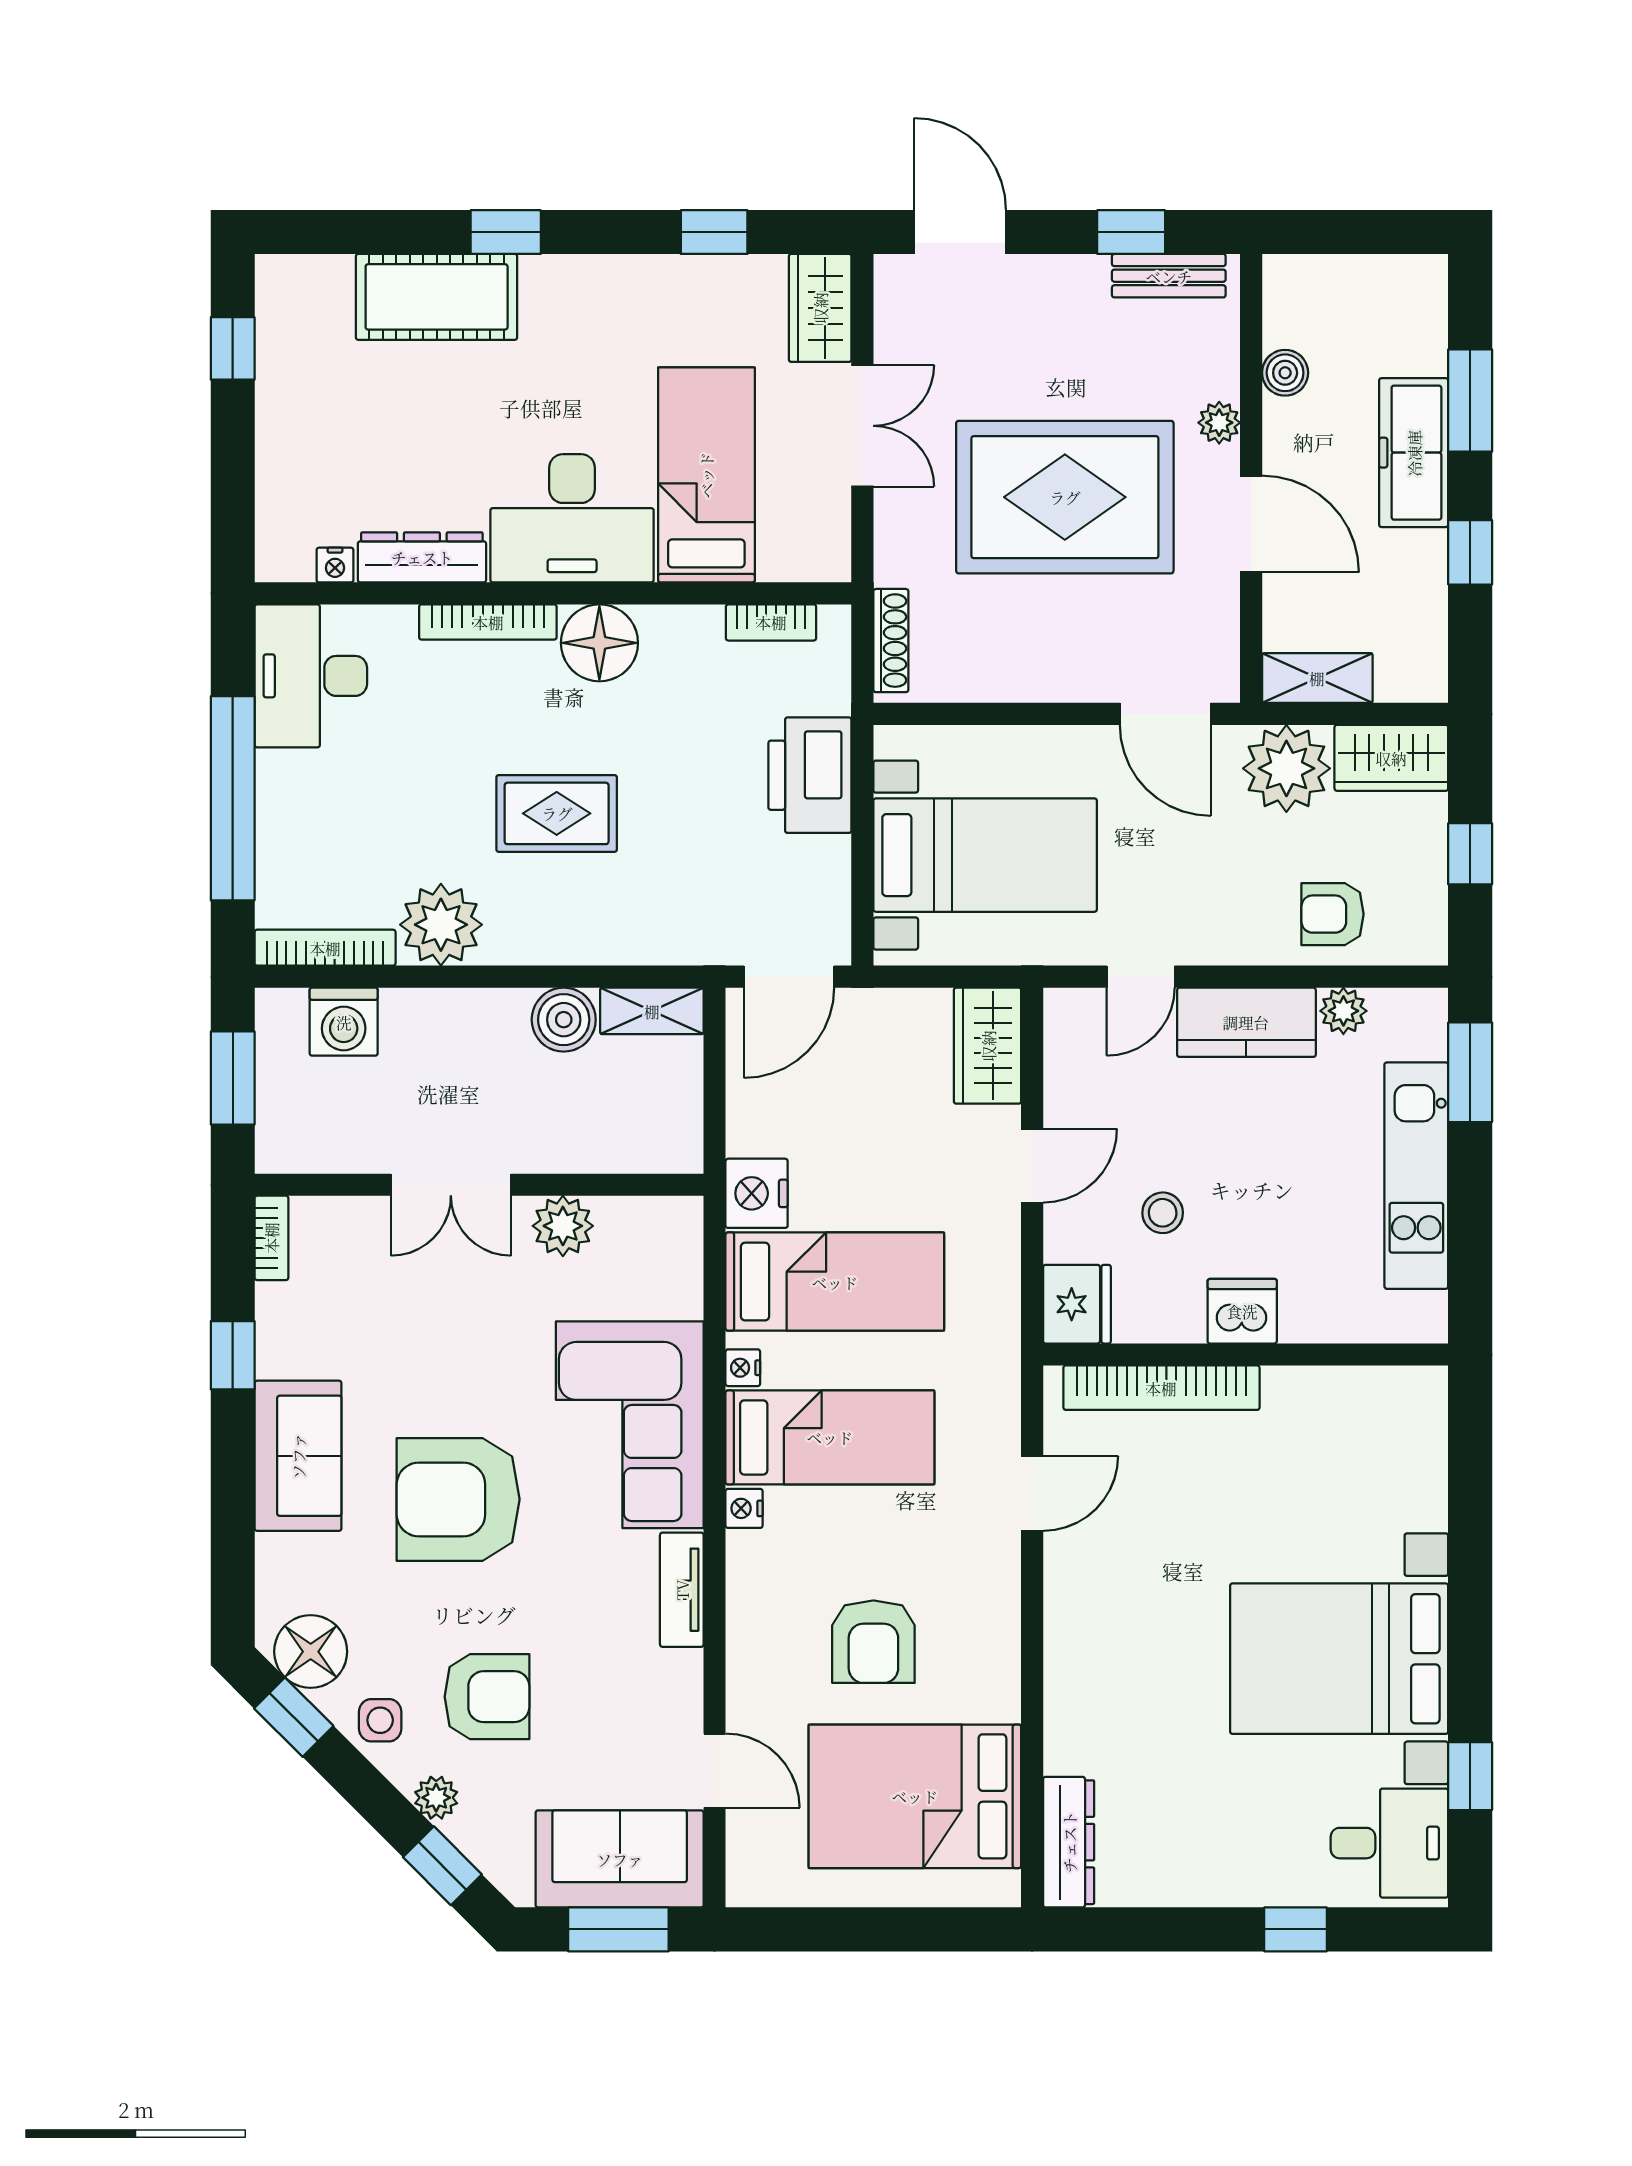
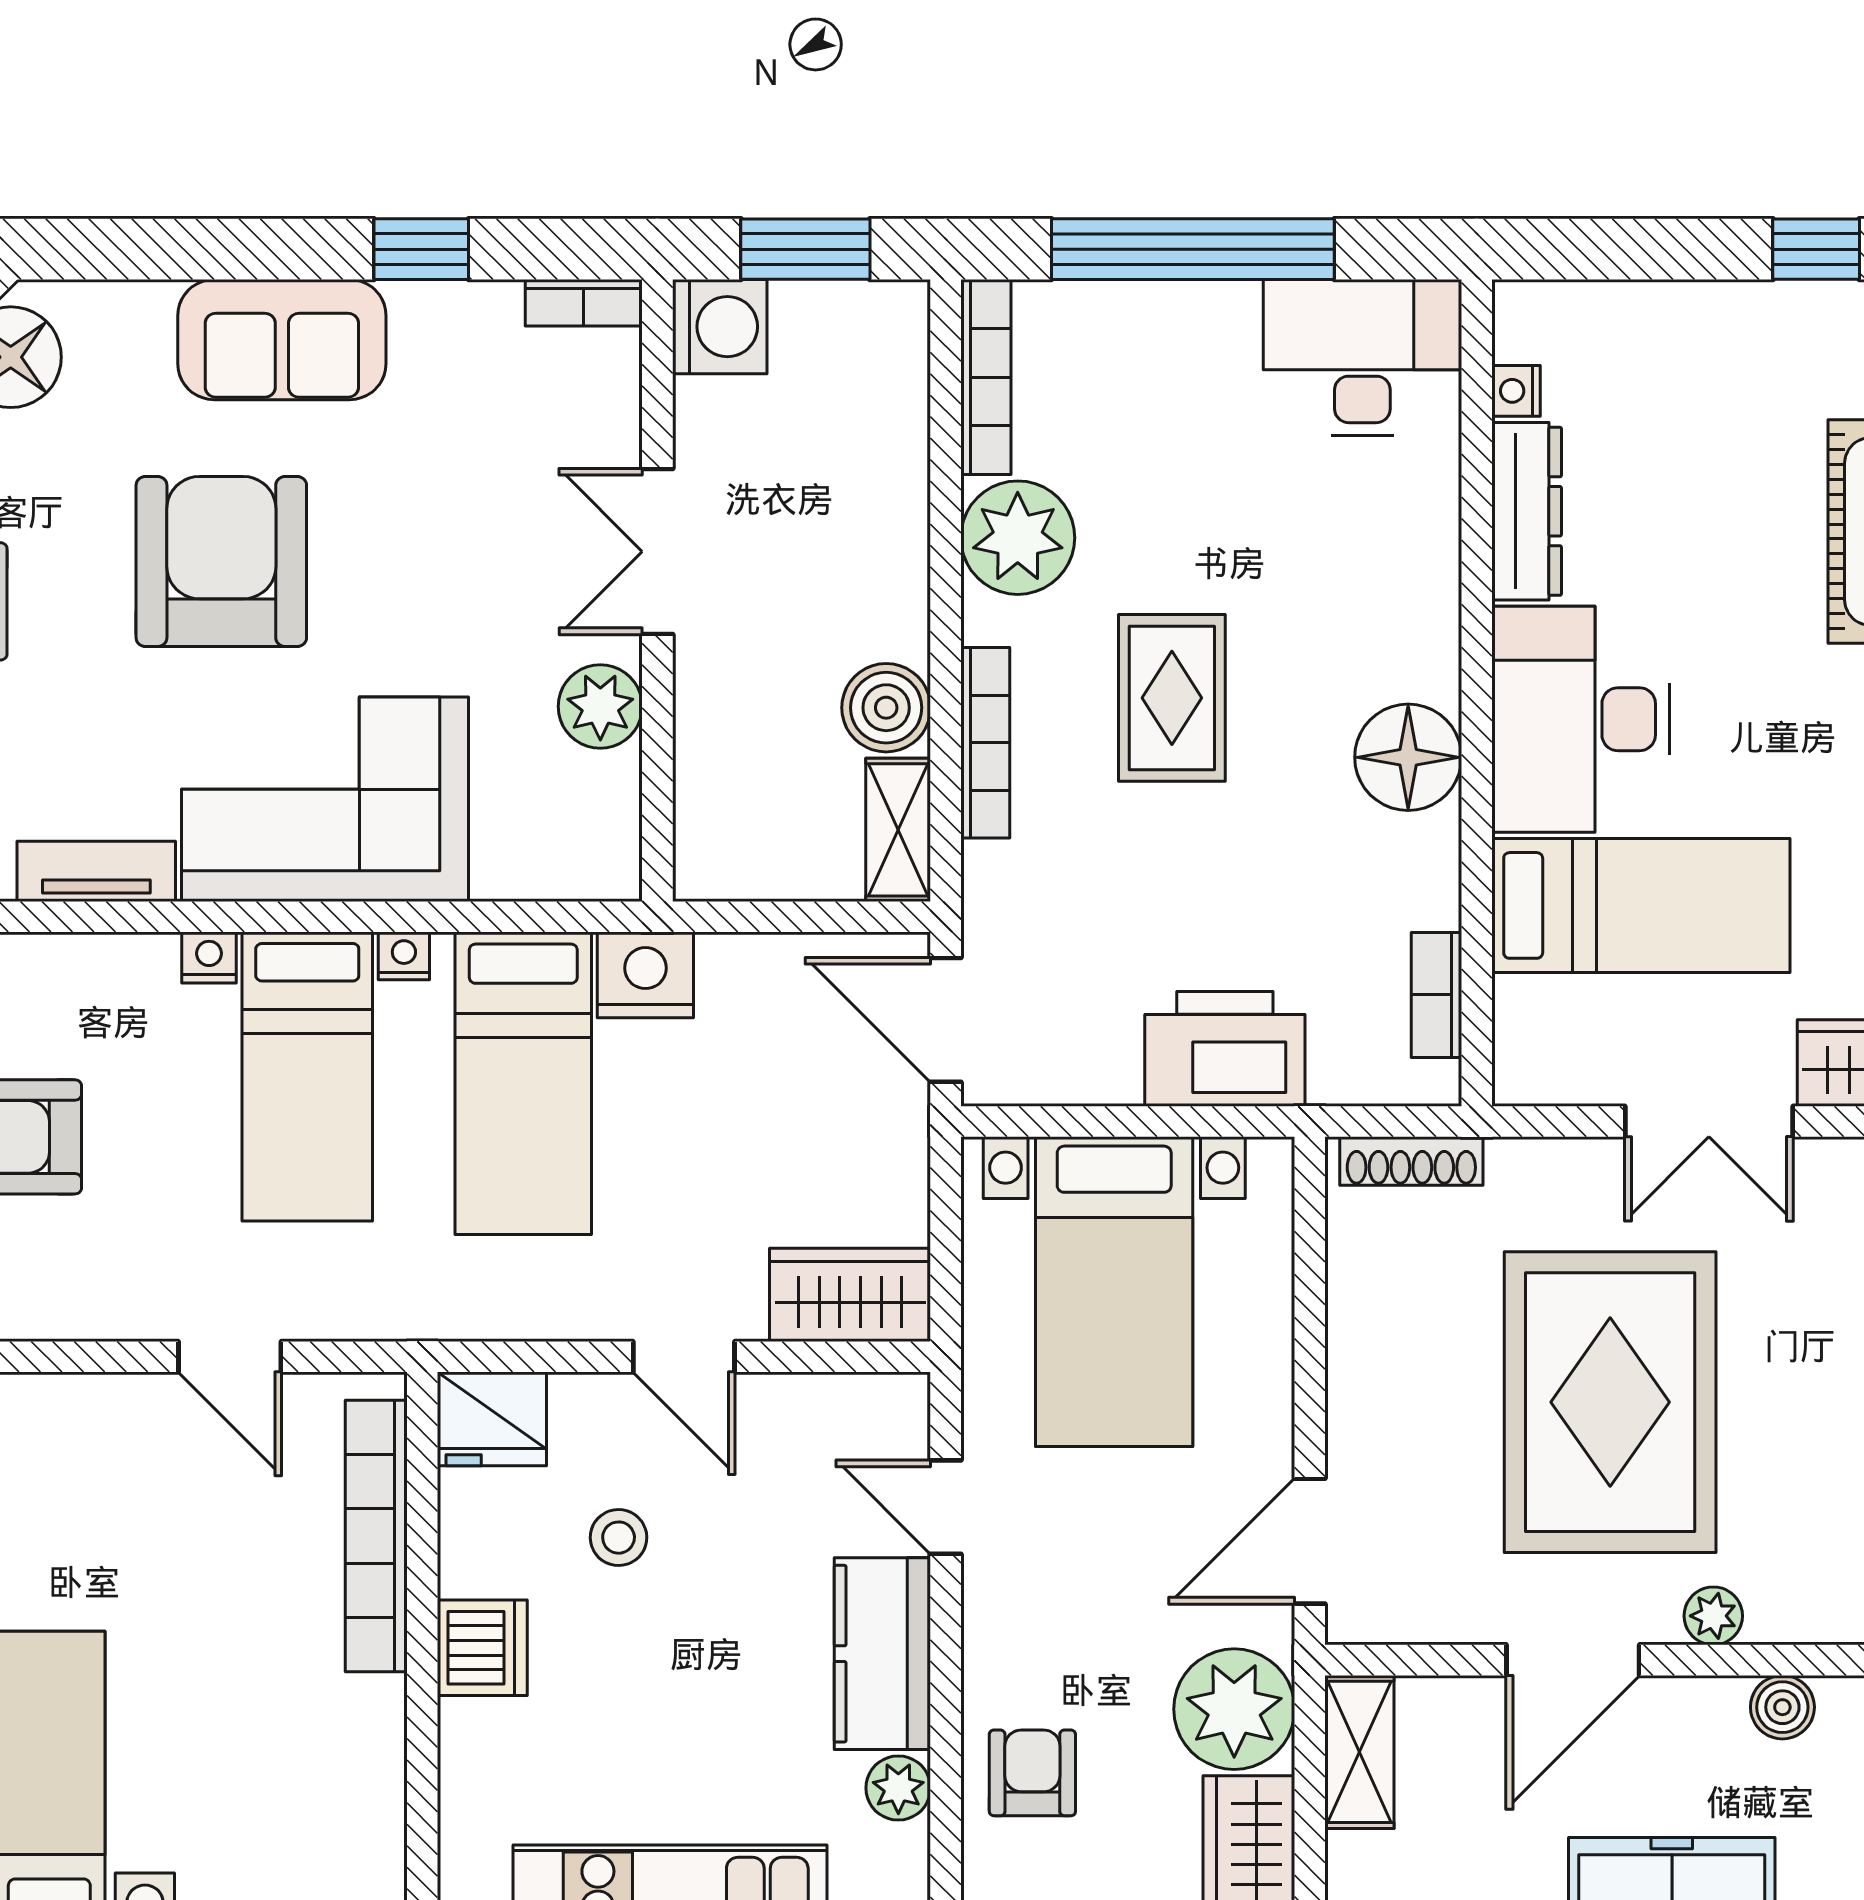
bookcase: (488, 622) -> (985, 743), moved, turned 180
washing machine: (344, 1022) -> (720, 327), moved, turned 180

